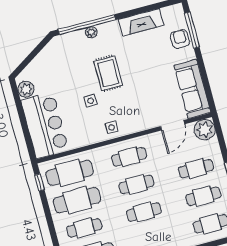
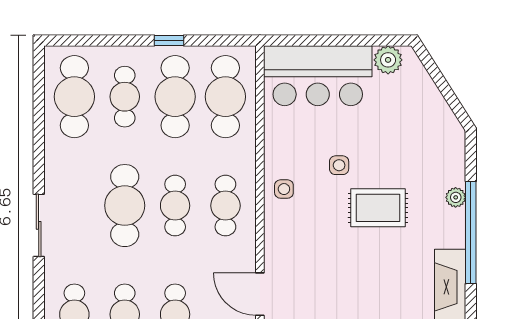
window: (87, 25) -> (471, 232), moved
window: (39, 182) -> (169, 41), moved
cafe table: (144, 212) -> (125, 206), width x1.37, depth x1.35

